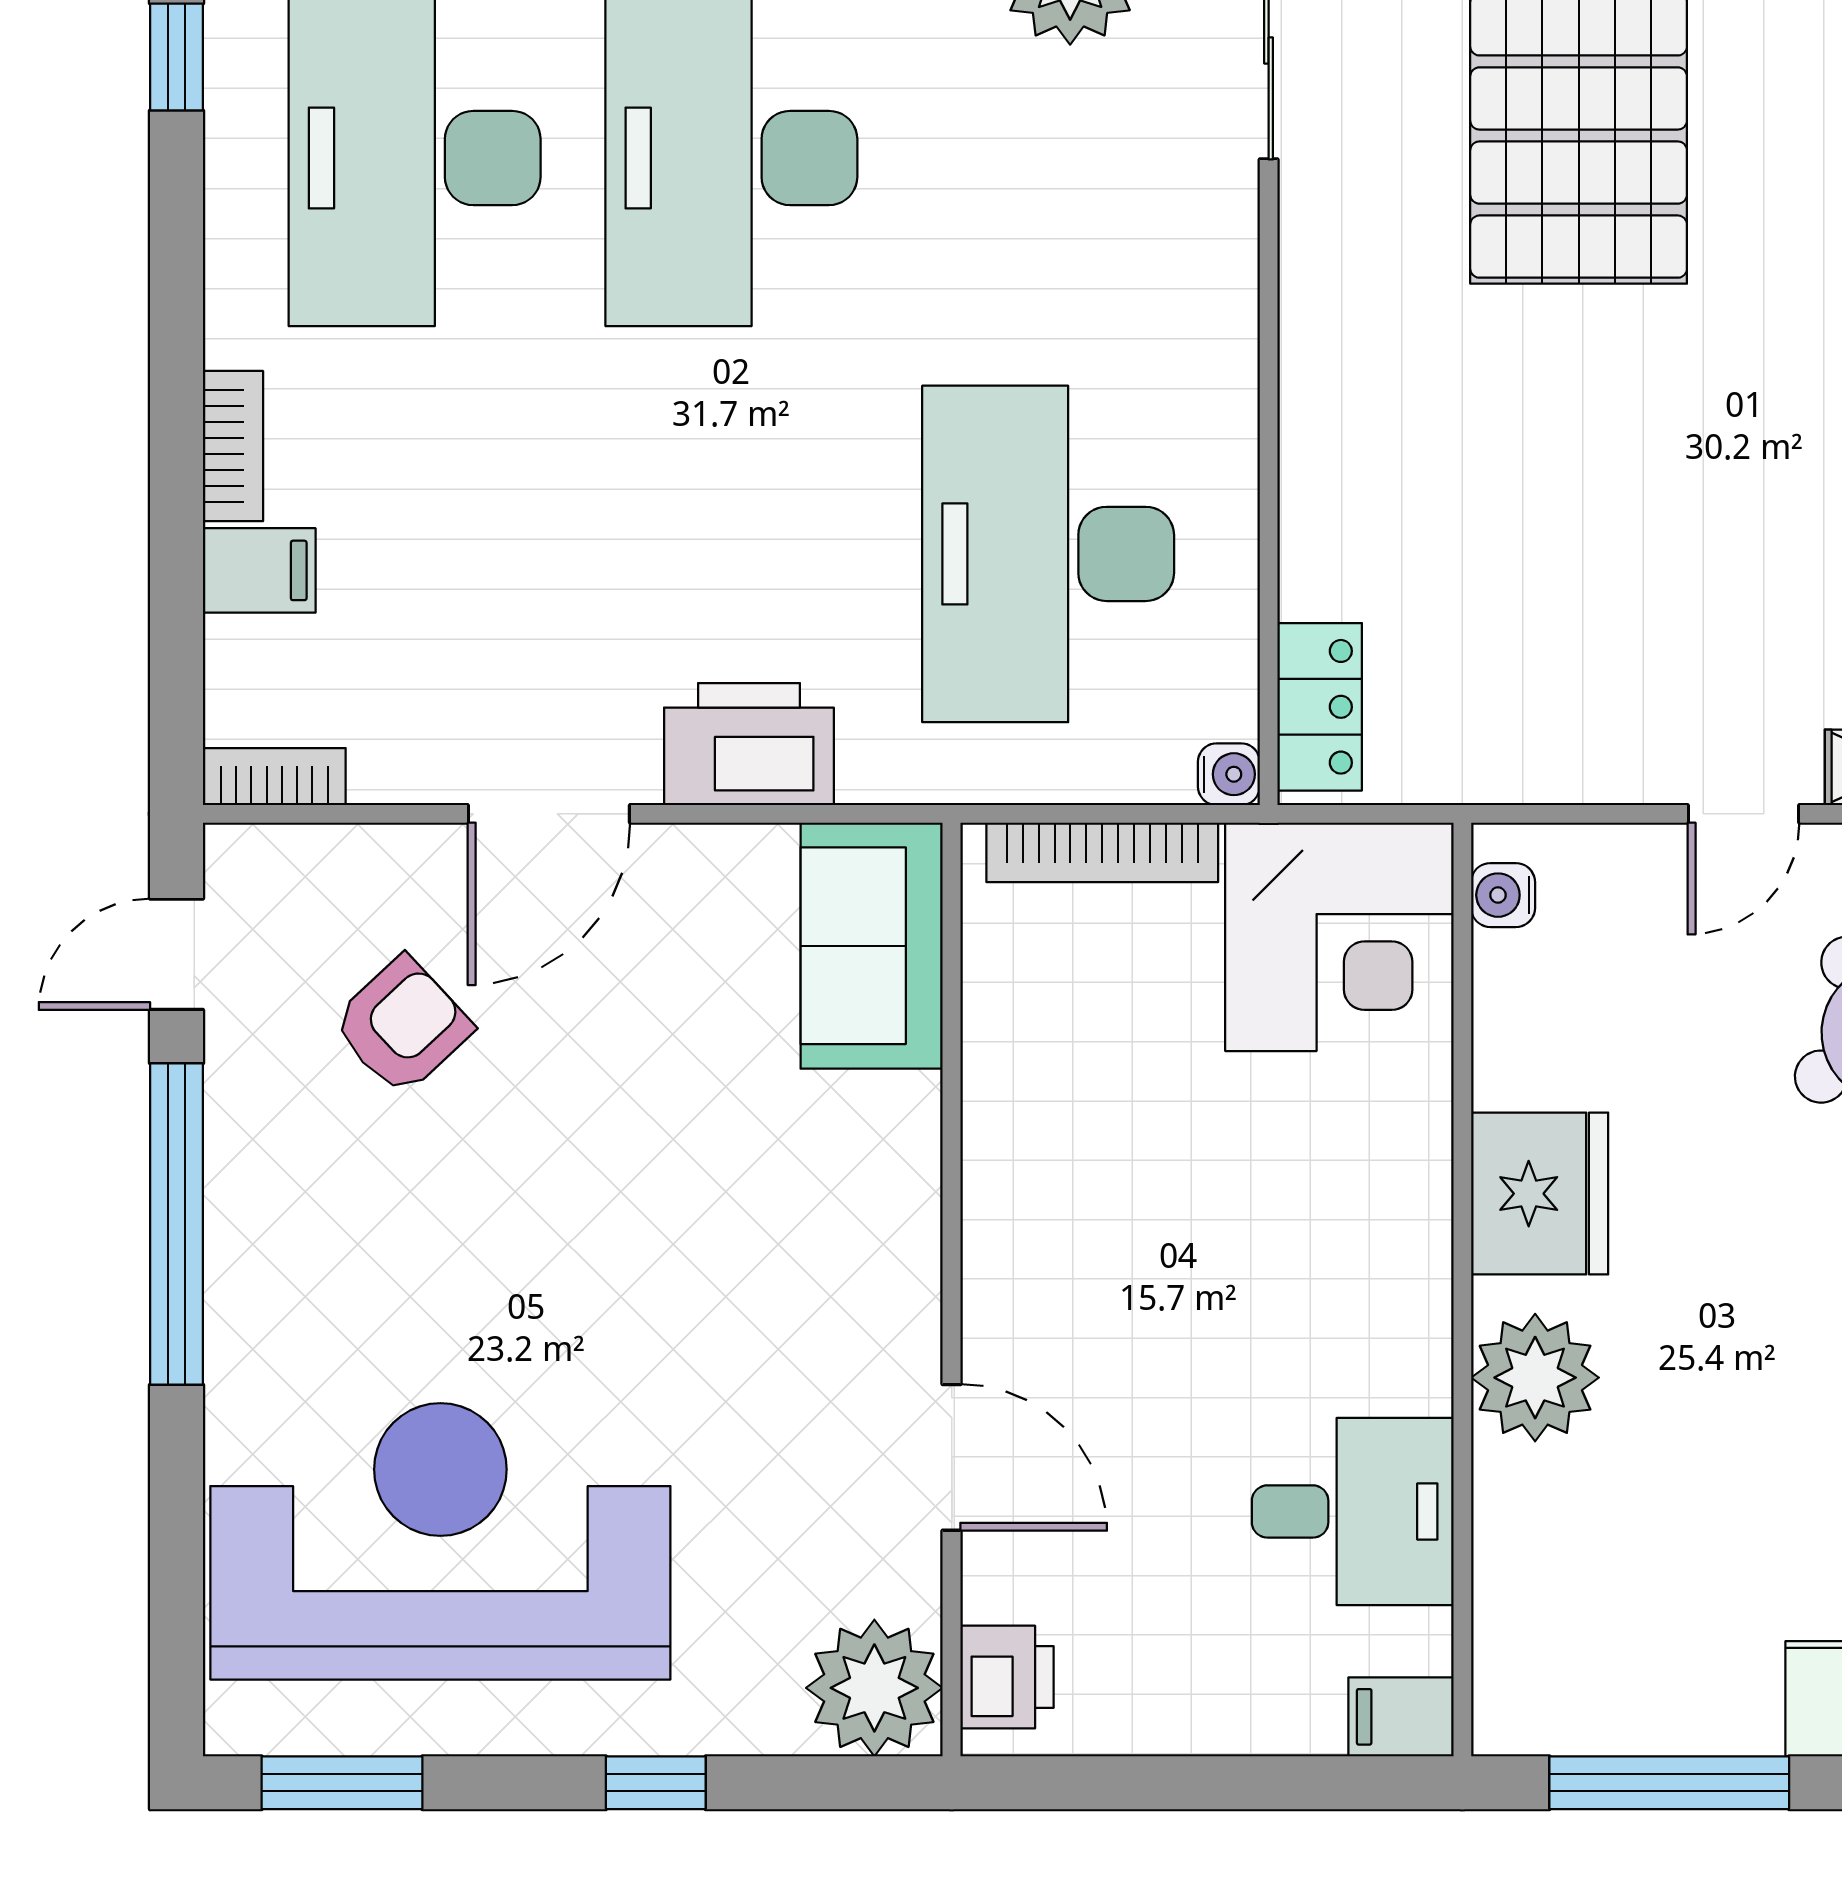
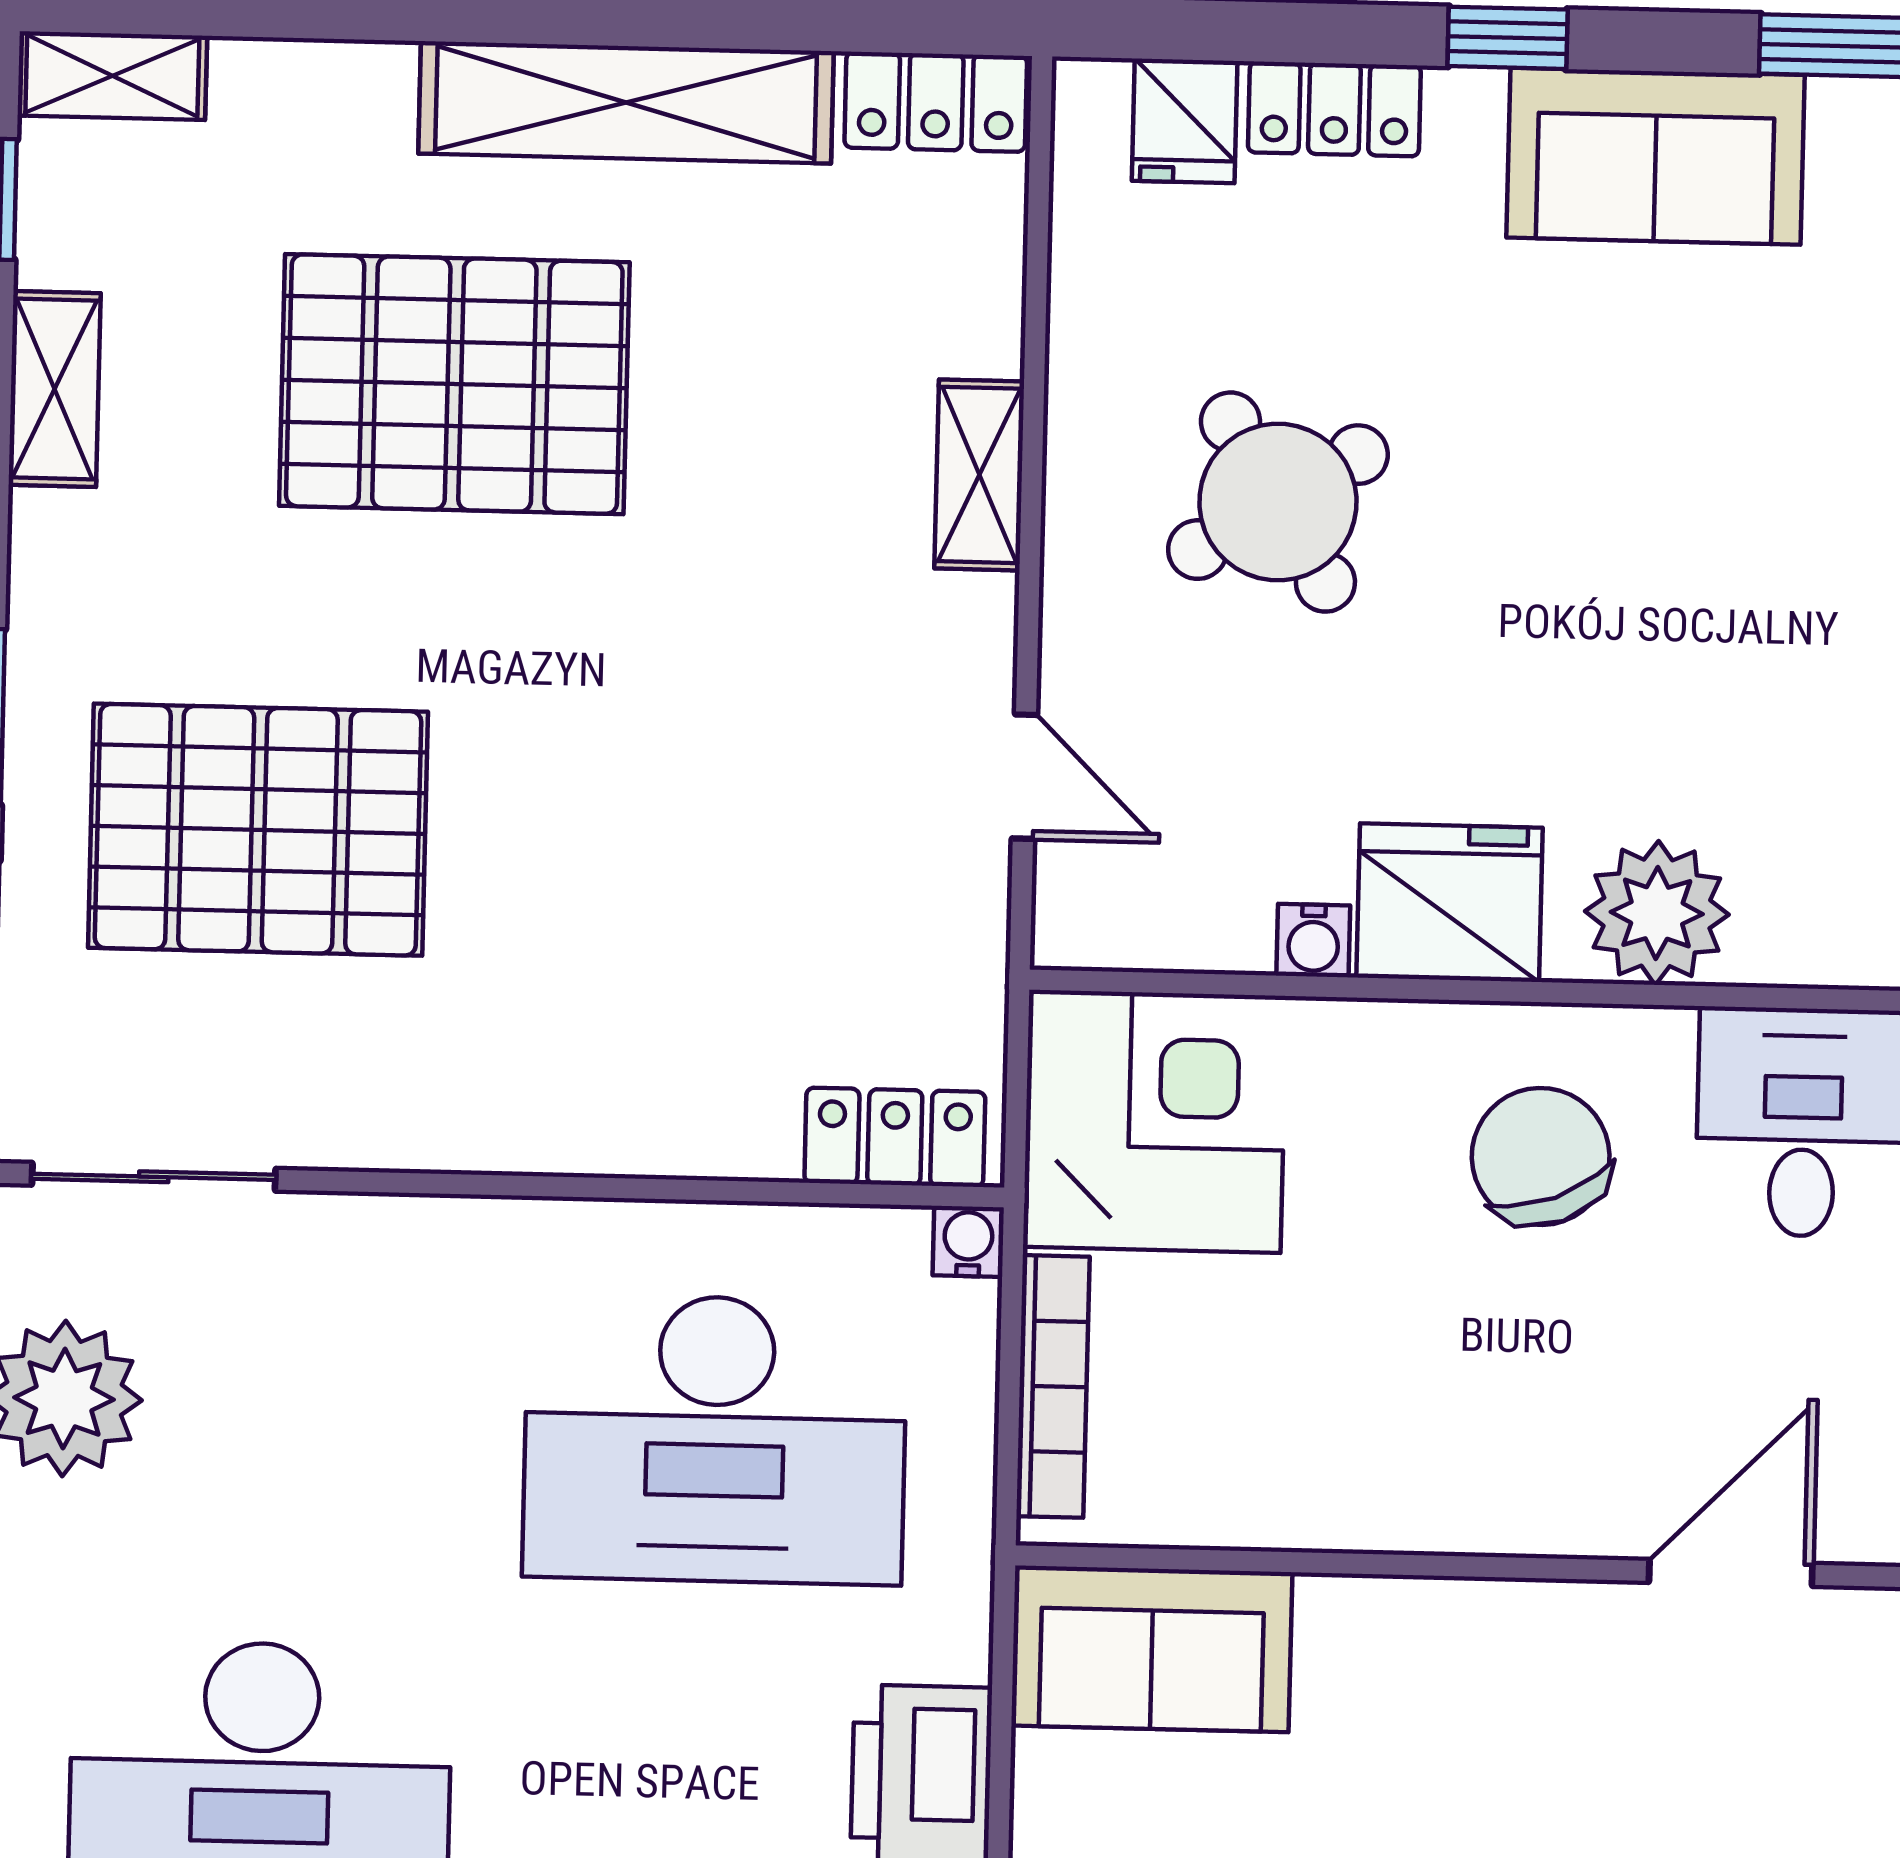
door: (1743, 814) -> (1024, 777), moved
water cooler: (1503, 895) -> (1313, 941), moved
chair: (1317, 1280) -> (1541, 1156), added

